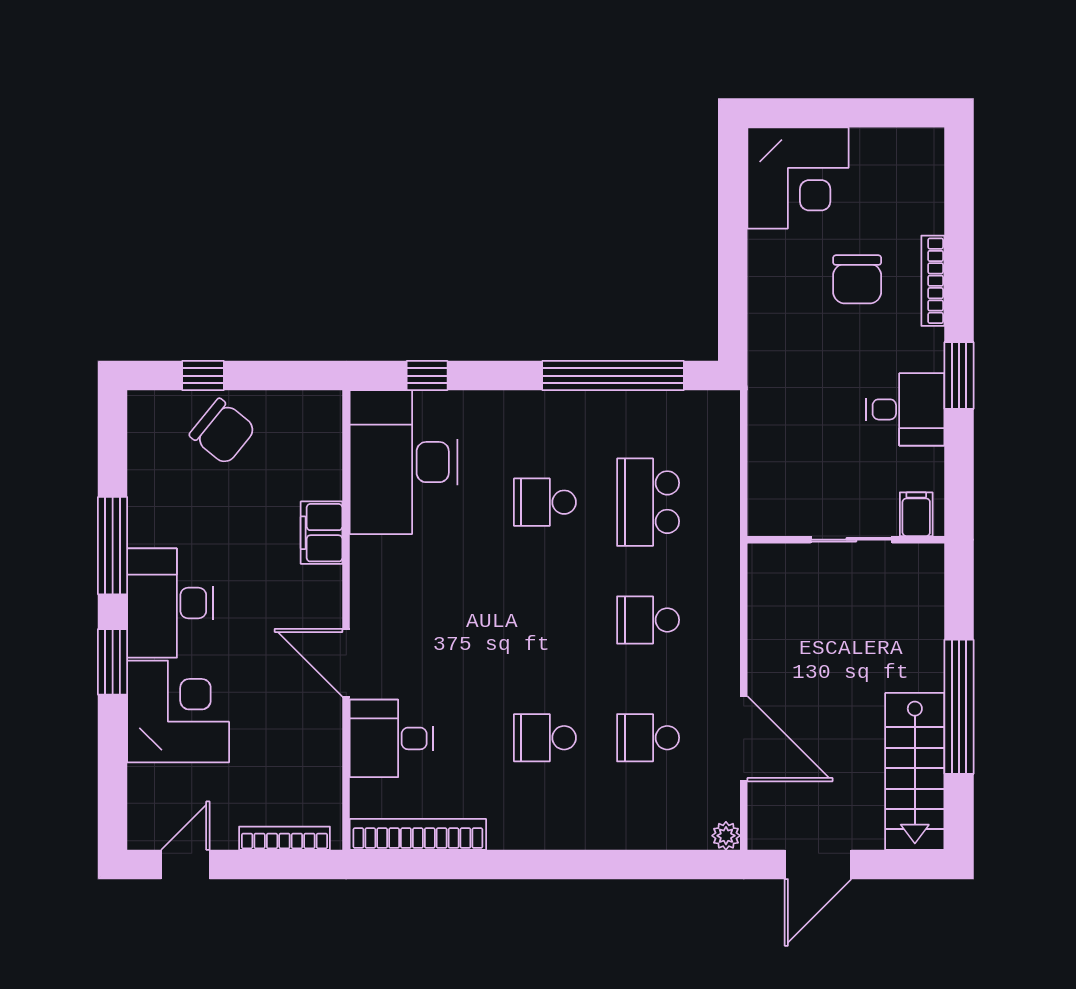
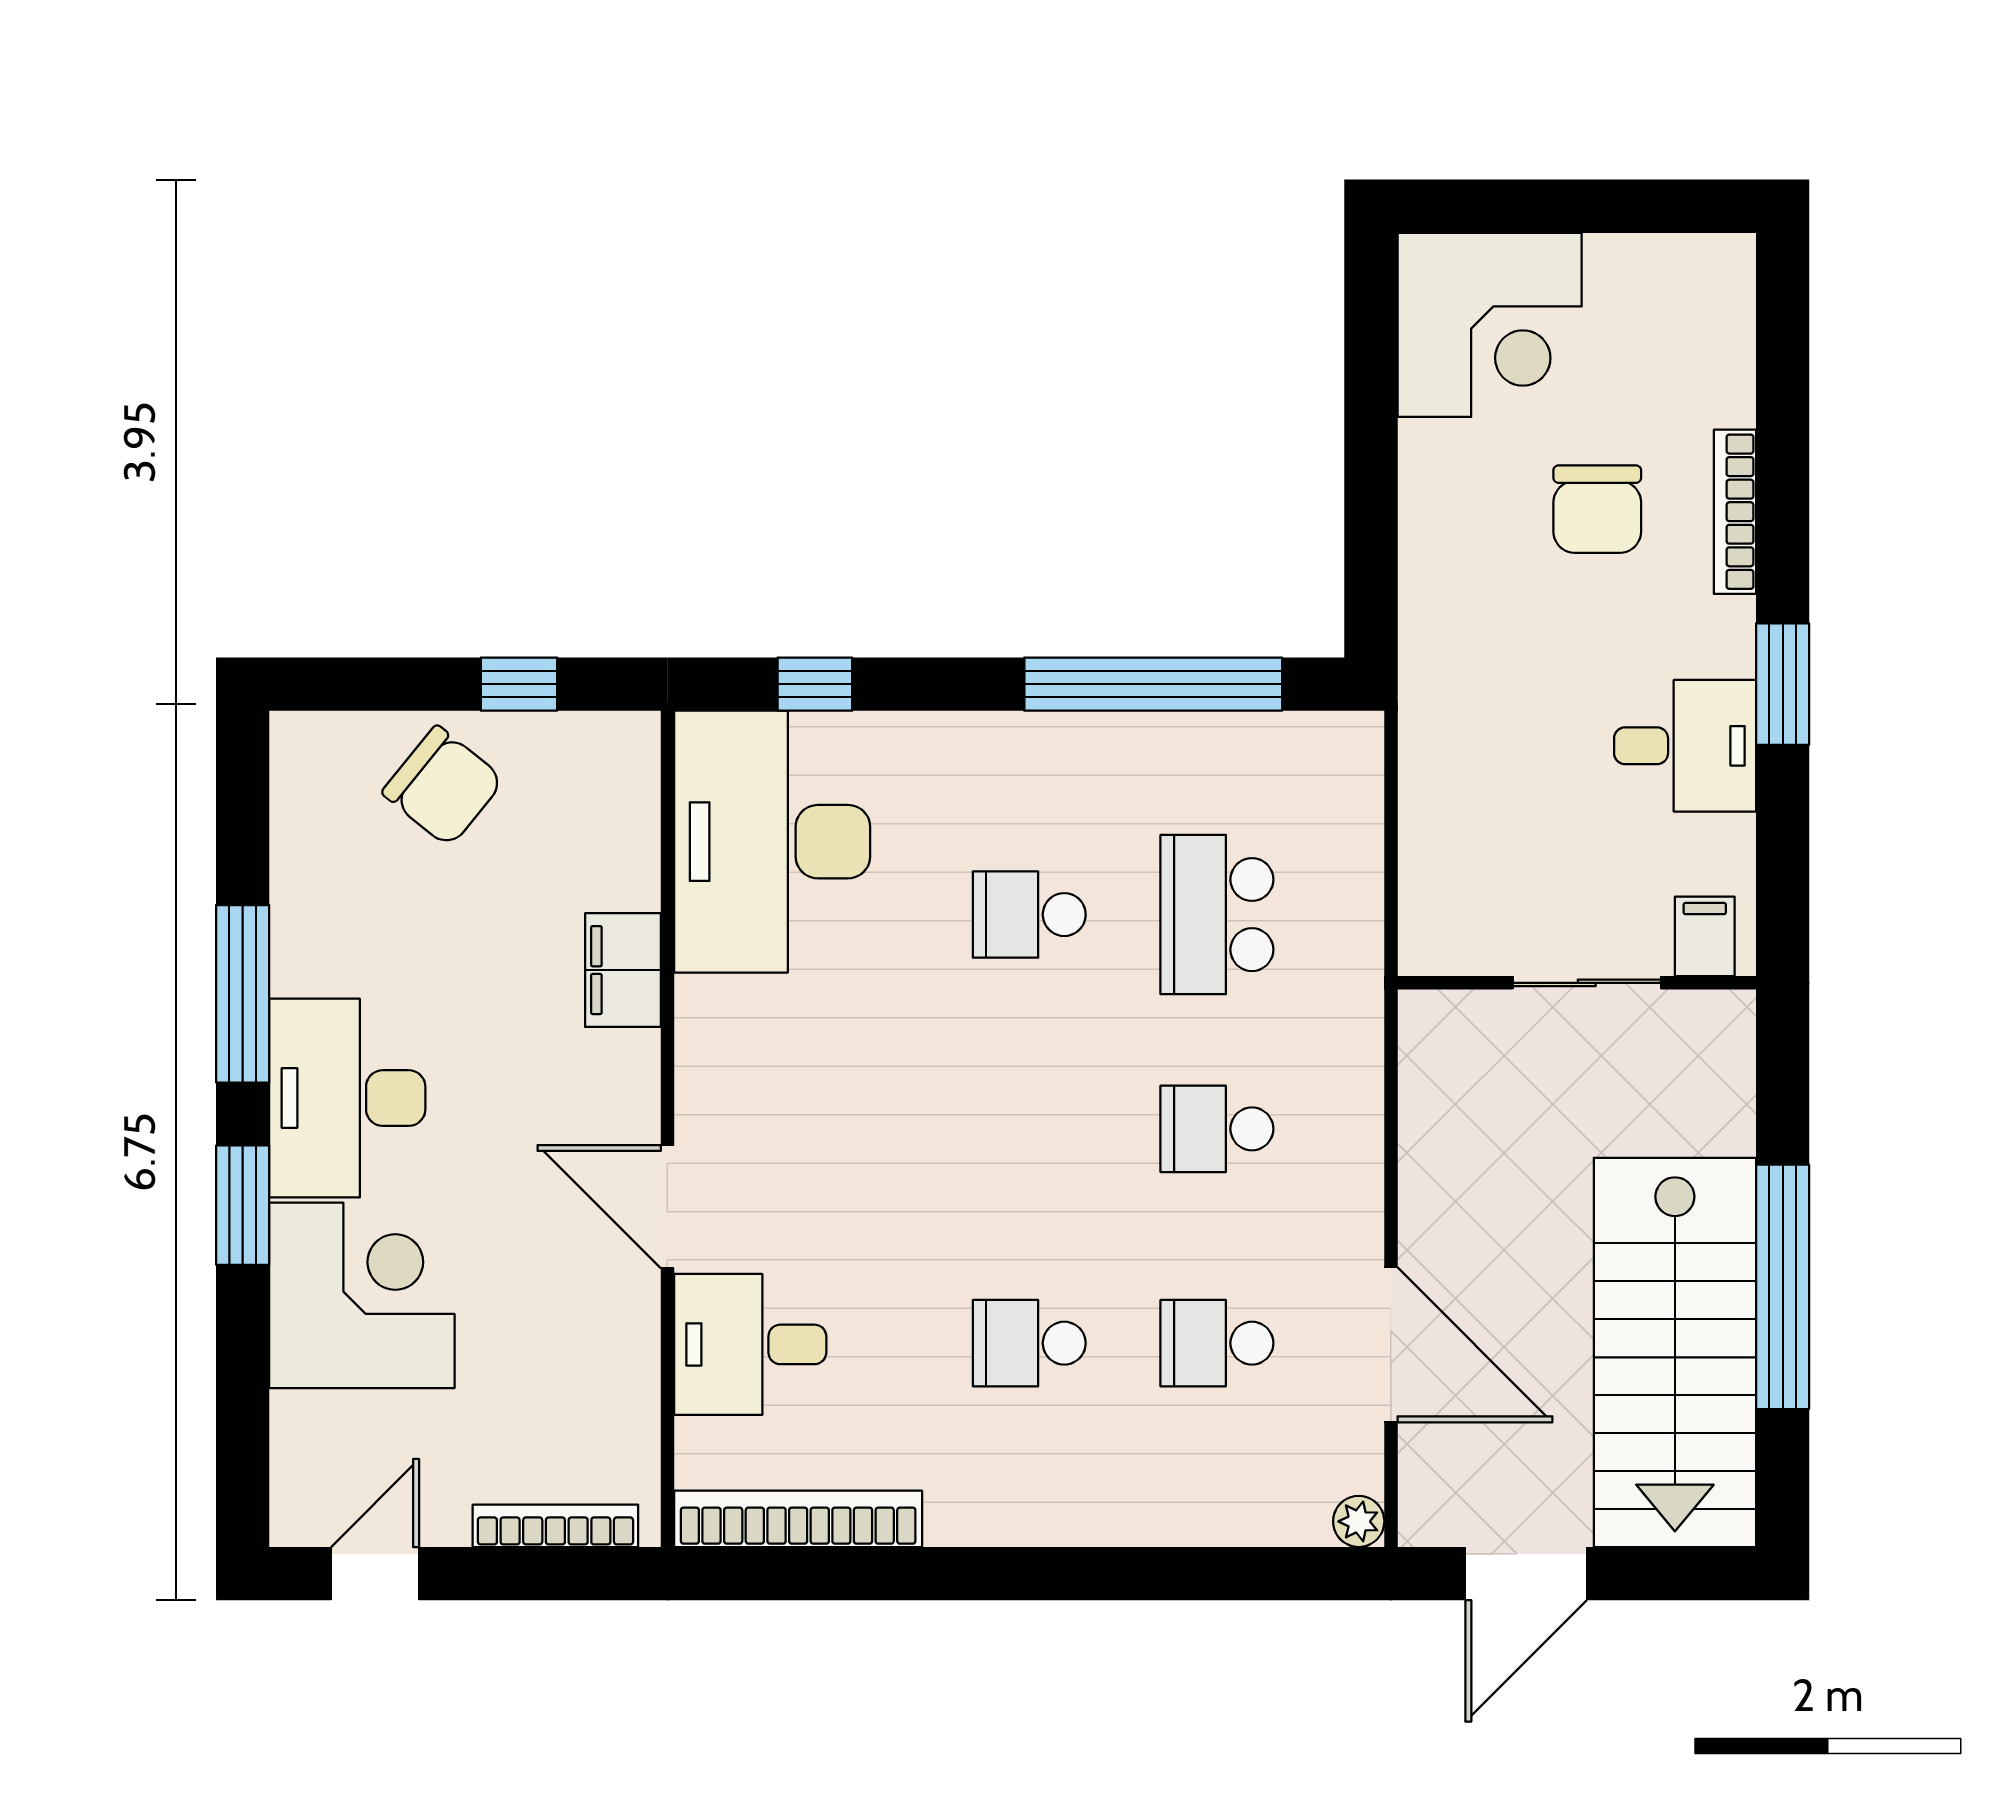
window: (203, 376) -> (519, 684), moved
stairs: (915, 771) -> (1675, 1352), width x1.36, depth x1.51

